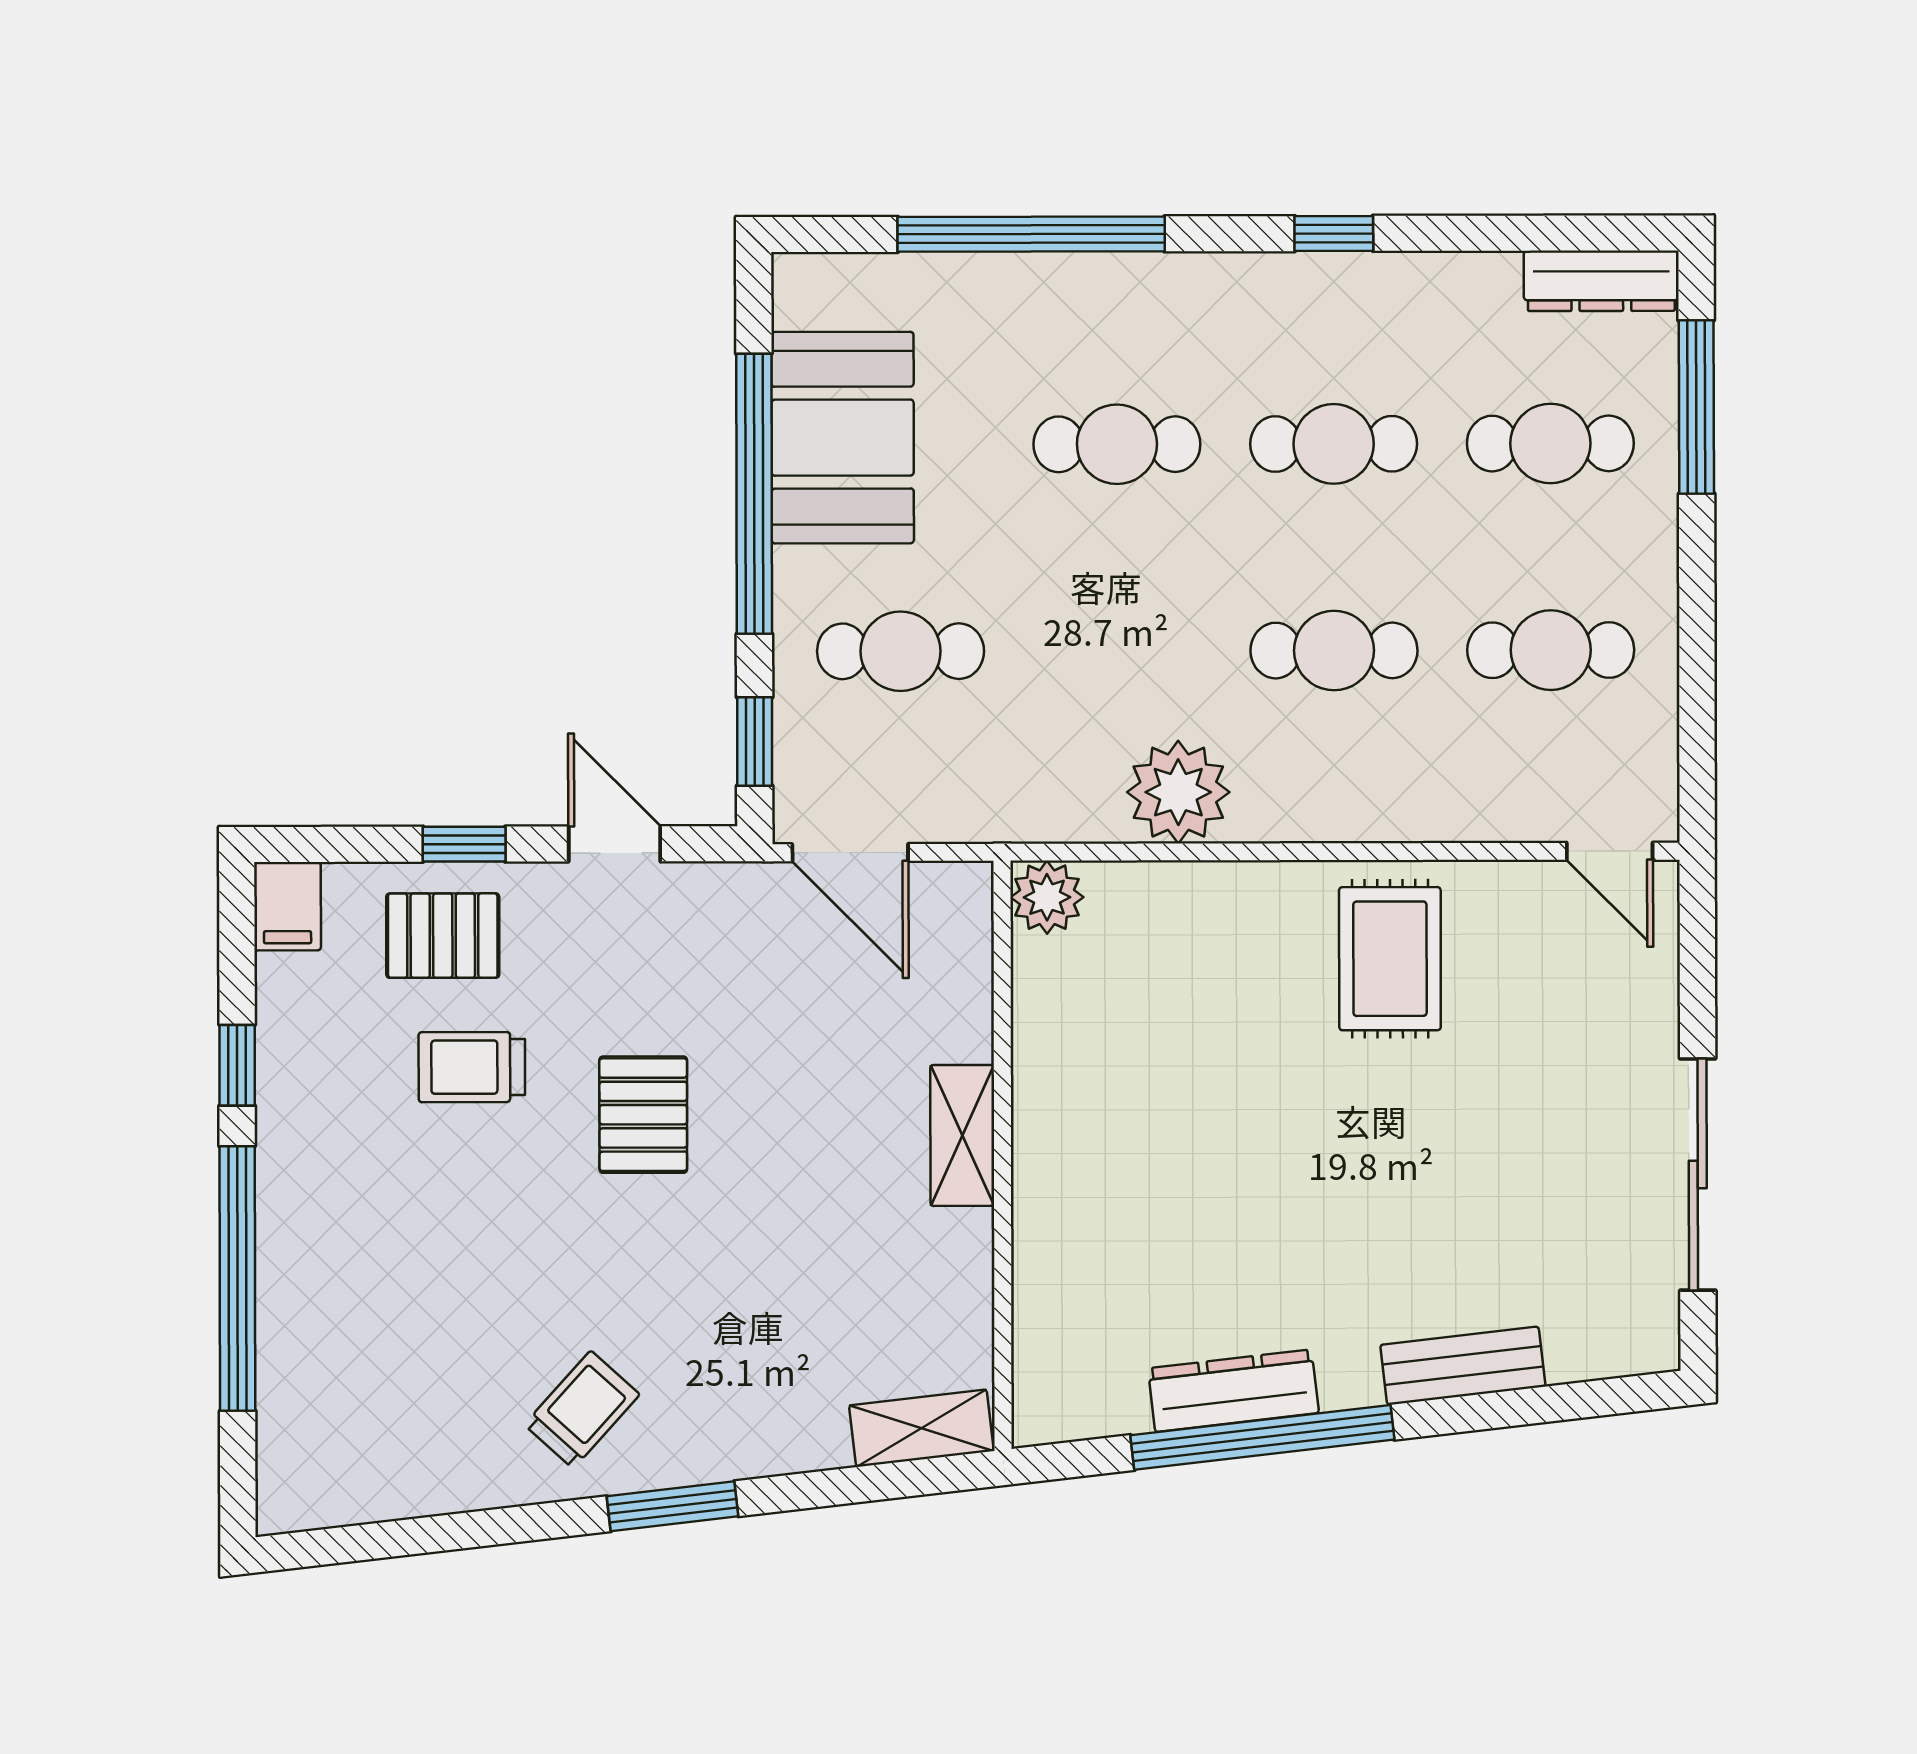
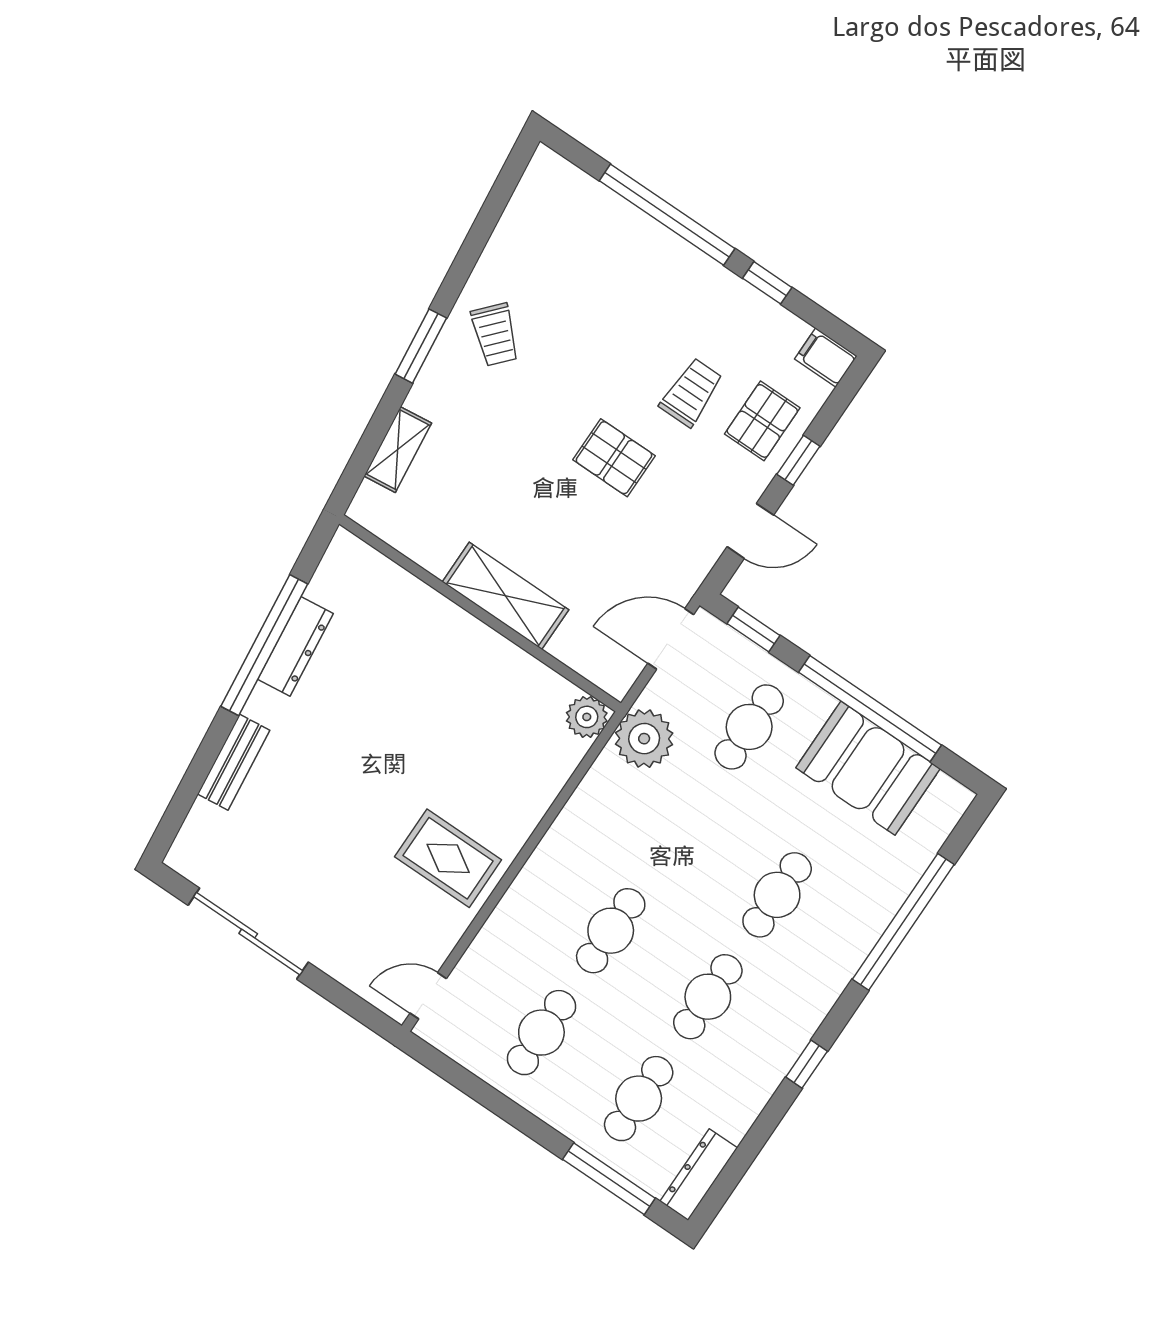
plant: (1178, 792) -> (644, 739), moved
shelving: (962, 1135) -> (505, 596), width x1.50, depth x1.33
shelving: (921, 1428) -> (398, 450), moved

